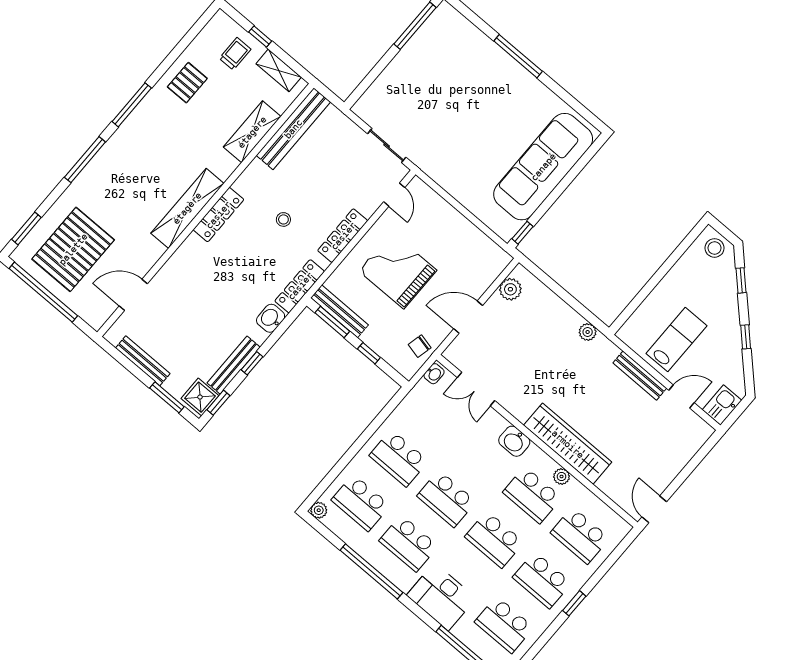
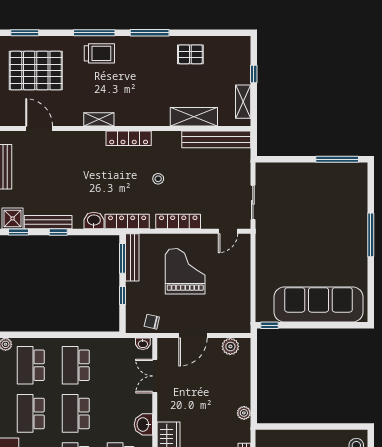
trolley: (235, 54) -> (99, 53), moved, width x1.36, depth x1.39
shelving: (187, 208) -> (99, 119), width x0.45, depth x0.75
door: (468, 317) -> (193, 336), swing flipped

